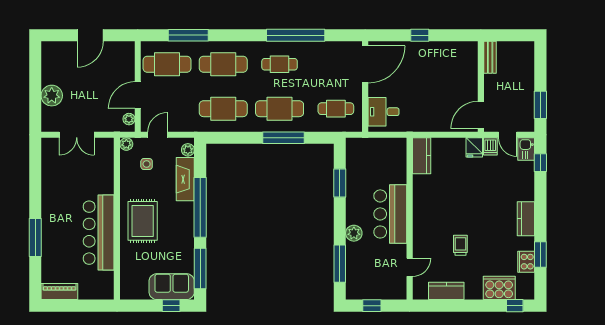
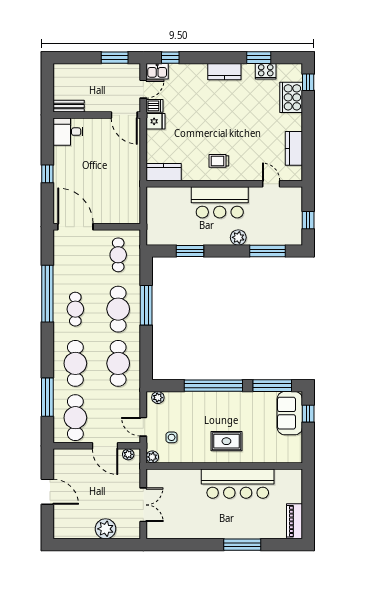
desk: (384, 112) -> (68, 132), moved, turned 90
fireplace: (185, 179) -> (186, 400), removed
rug: (143, 221) -> (226, 441), width x0.73, depth x0.70
trolley: (460, 245) -> (219, 161), moved

